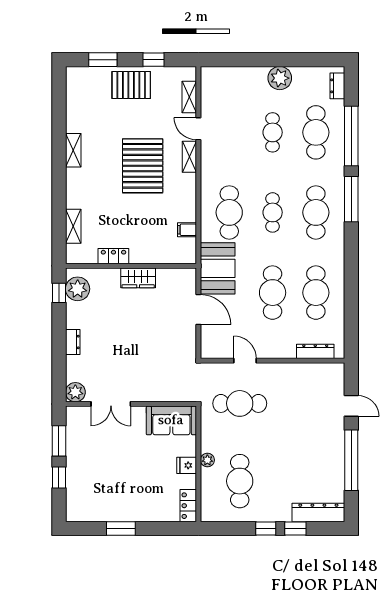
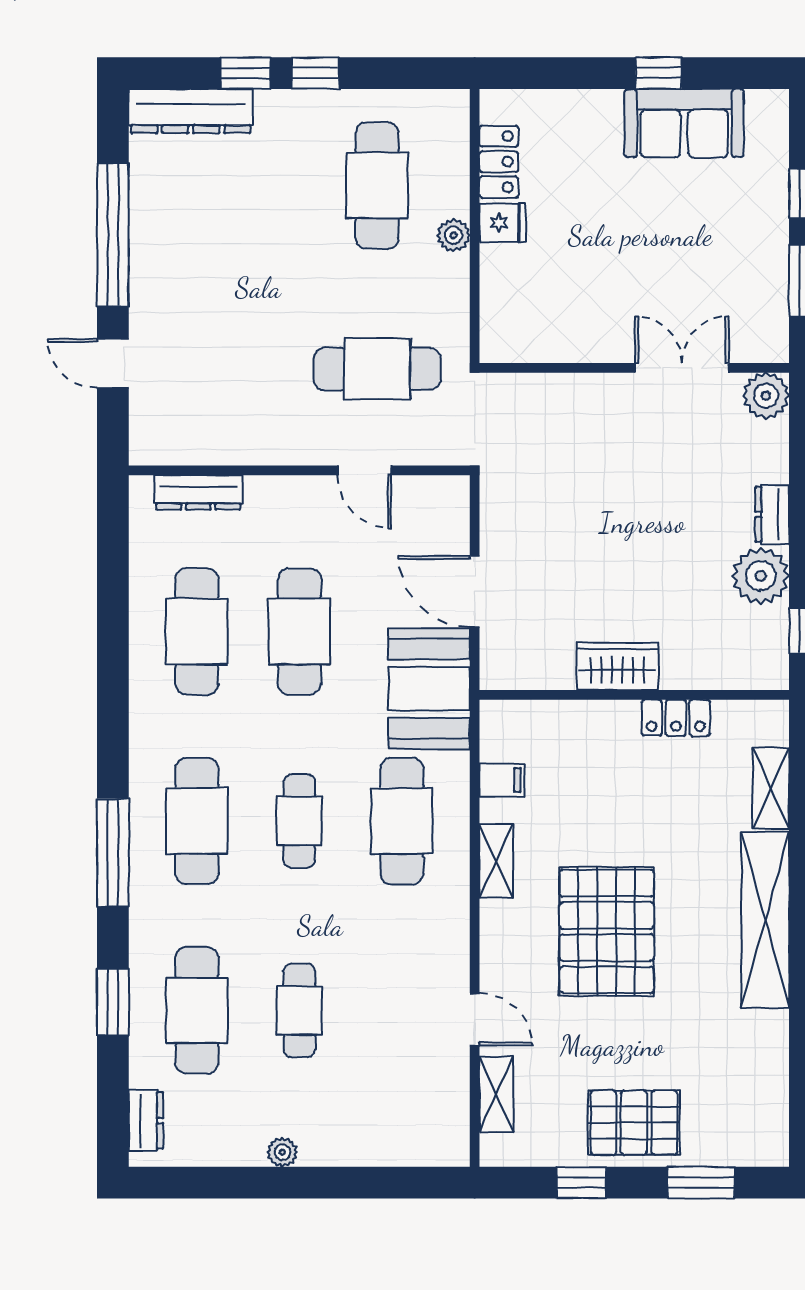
plant: (280, 78) -> (282, 1152), width x0.53, depth x0.53
window: (351, 136) -> (113, 1002), width x0.47
shelving: (73, 150) -> (765, 920), width x2.20, depth x1.33
shelving: (189, 157) -> (496, 861), moved
plant: (78, 289) -> (761, 576), moved
sofa: (171, 420) -> (684, 123), moved, turned 180
locker: (188, 506) -> (499, 162), moved
window: (121, 529) -> (658, 73), width x0.67

